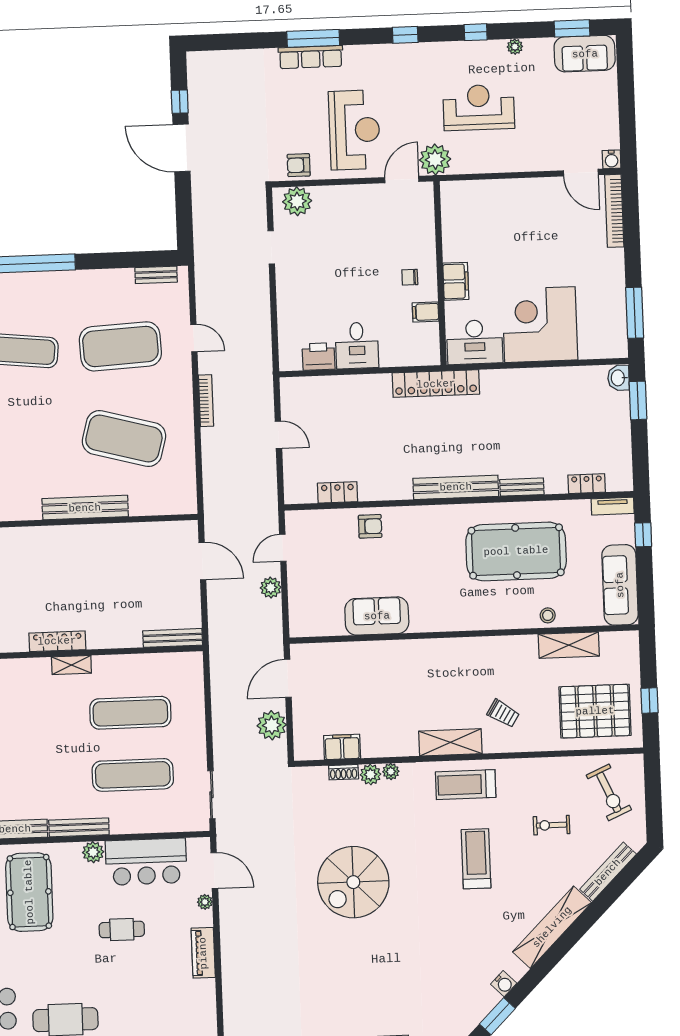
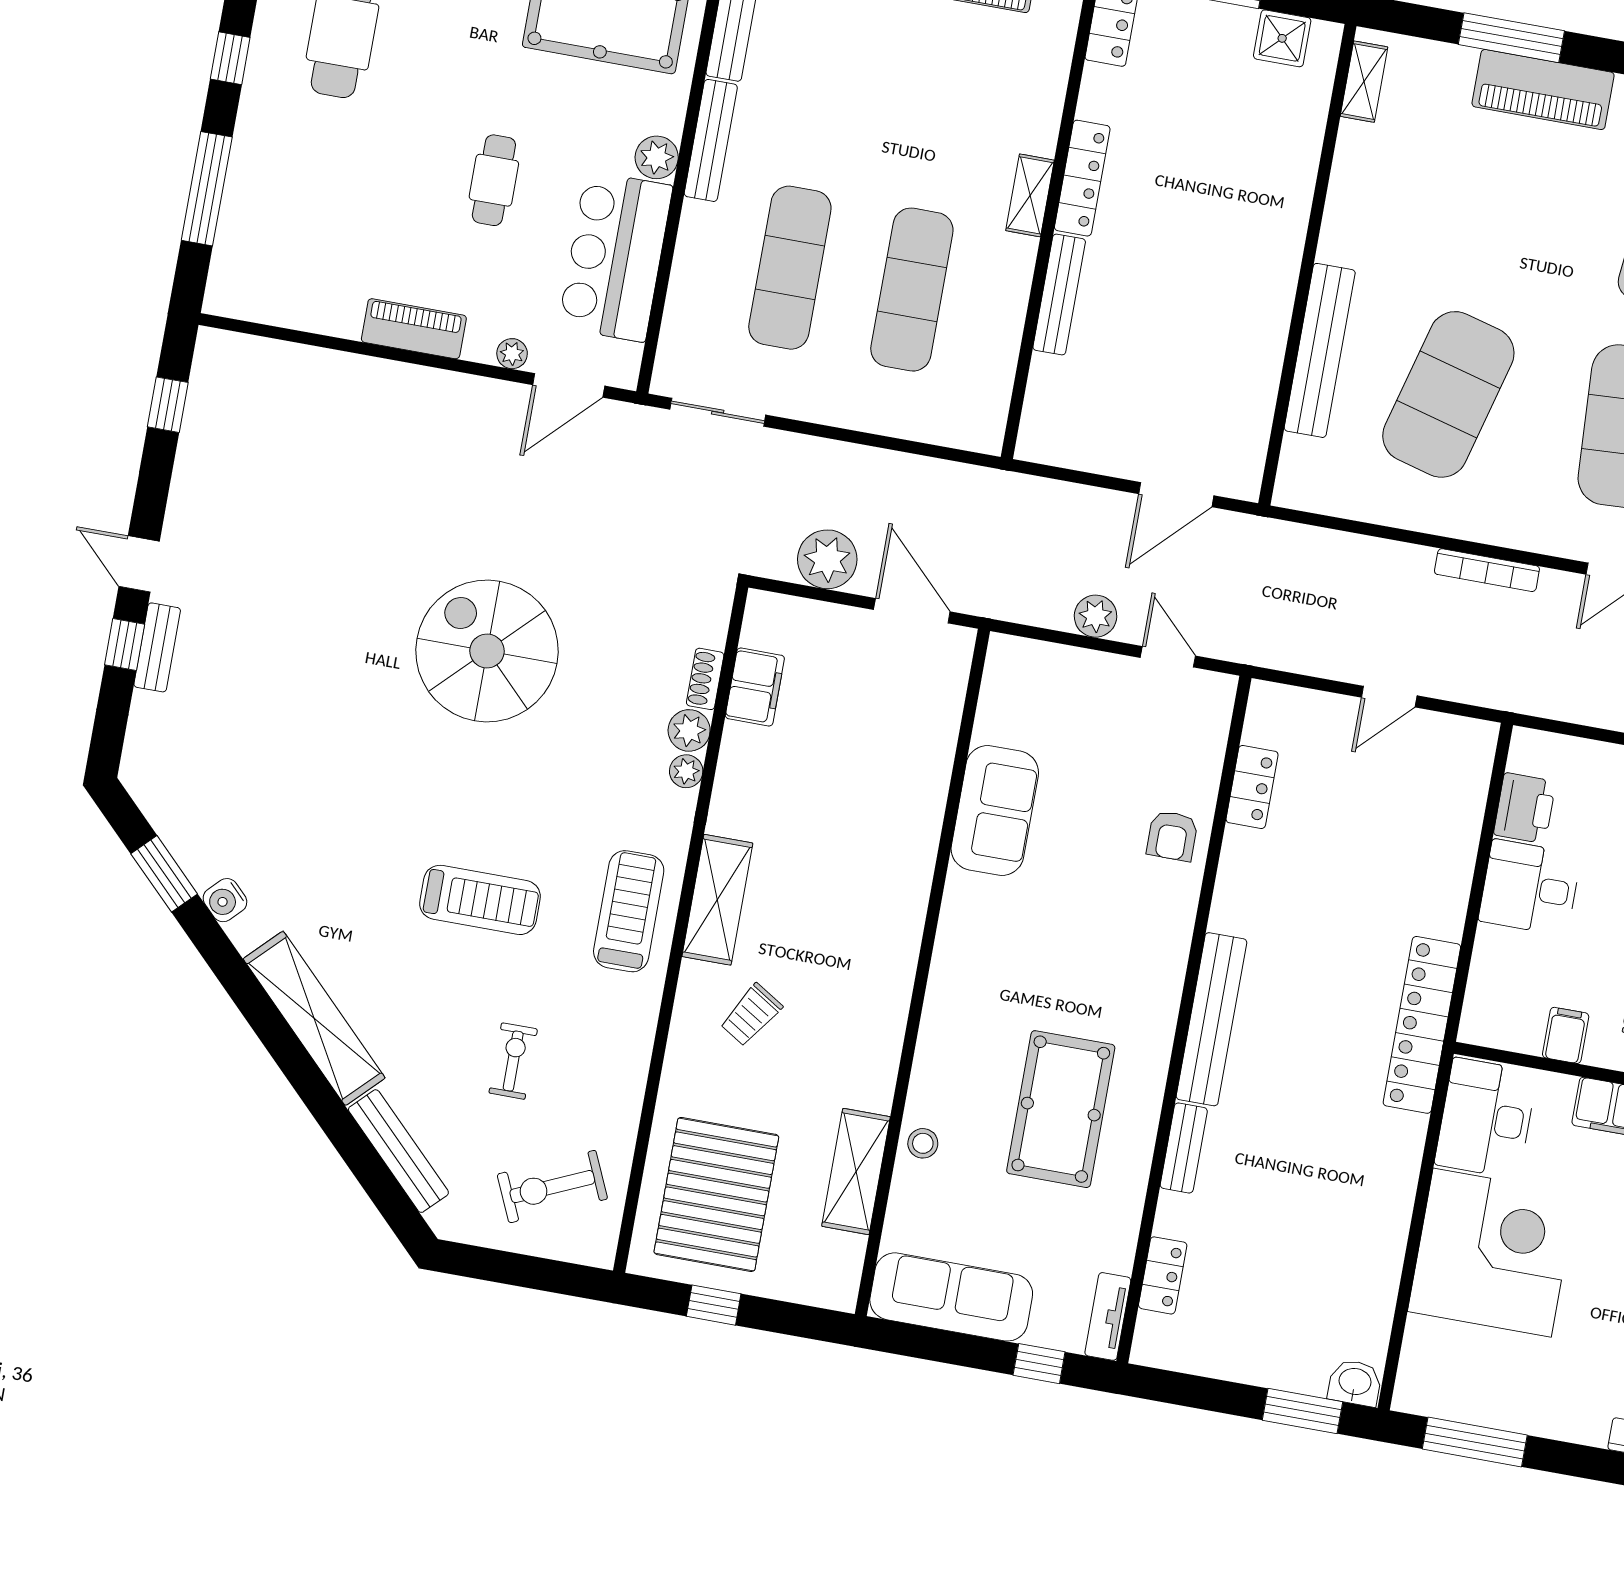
bench: (85, 508) -> (1320, 350), moved
pool table: (516, 551) -> (1061, 1109), width x0.73, depth x0.76
bench: (173, 638) -> (1059, 294), moved

